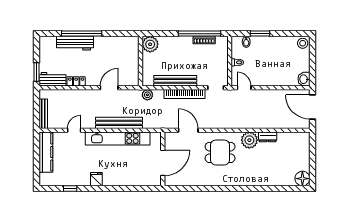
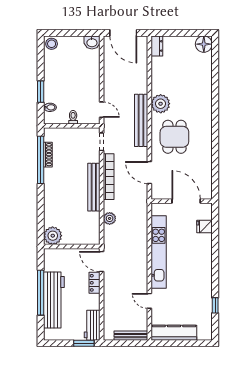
workbench: (75, 43) -> (54, 300), width x1.36, depth x1.32
plant: (150, 44) -> (53, 236), moved
wall: (140, 61) -> (72, 247), moved
locker: (76, 81) -> (94, 283), moved
door: (244, 88) -> (102, 110), swing flipped
door: (312, 107) -> (123, 33), hinge flipped
bench: (119, 123) -> (141, 120), moved
door: (188, 130) -> (149, 173), hinge flipped
dresser: (268, 137) -> (157, 46), moved
fridge: (96, 179) -> (204, 226), moved

